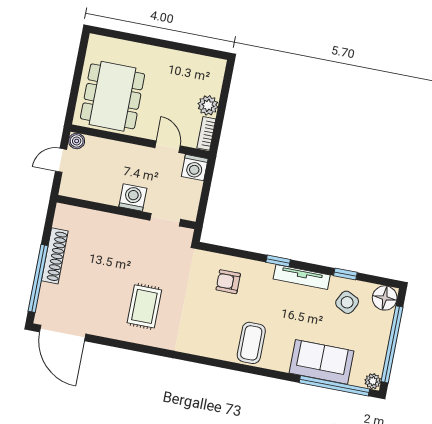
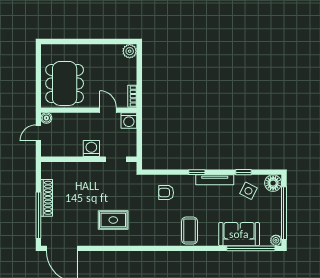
plant: (208, 105) -> (130, 51), moved
rug: (144, 306) -> (113, 220), turned 90

